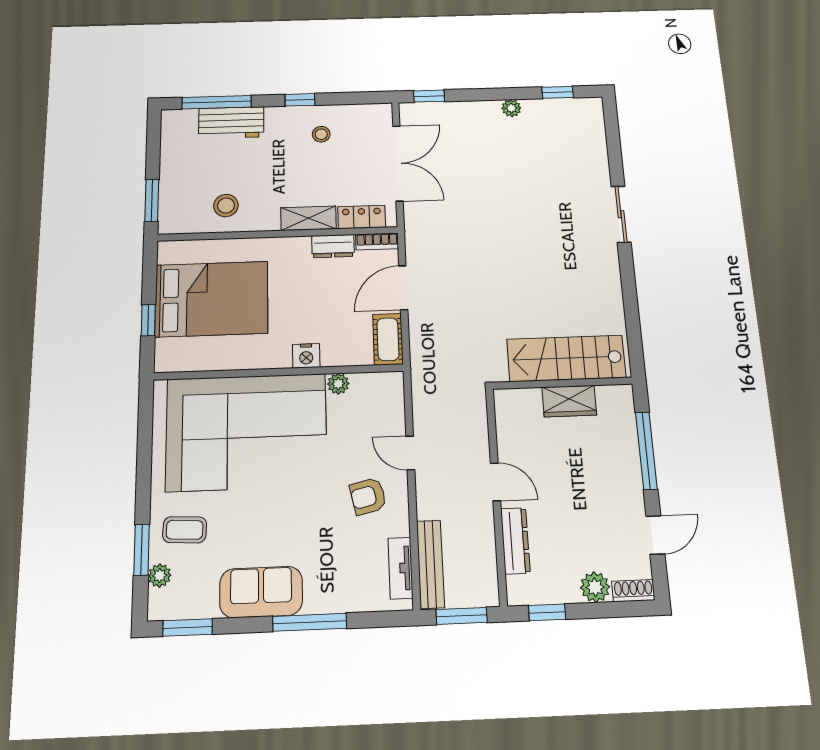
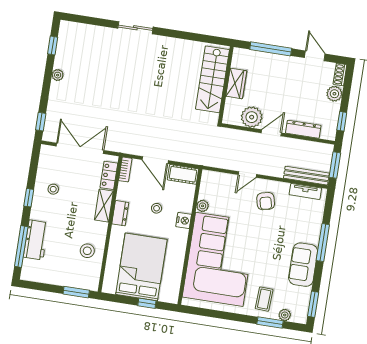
dresser: (333, 246) -> (120, 213), moved
stool: (319, 305) -> (157, 208), added
plant: (516, 440) -> (252, 117), added

